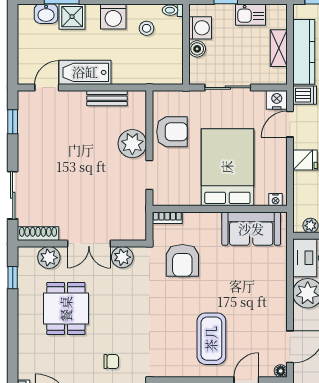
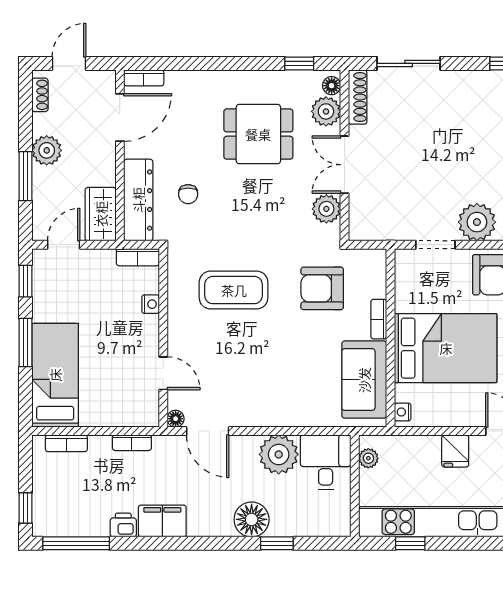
bookcase: (167, 218) -> (379, 319), moved
floor lamp: (29, 253) -> (332, 86), added
coffee table: (211, 339) -> (234, 290), moved

